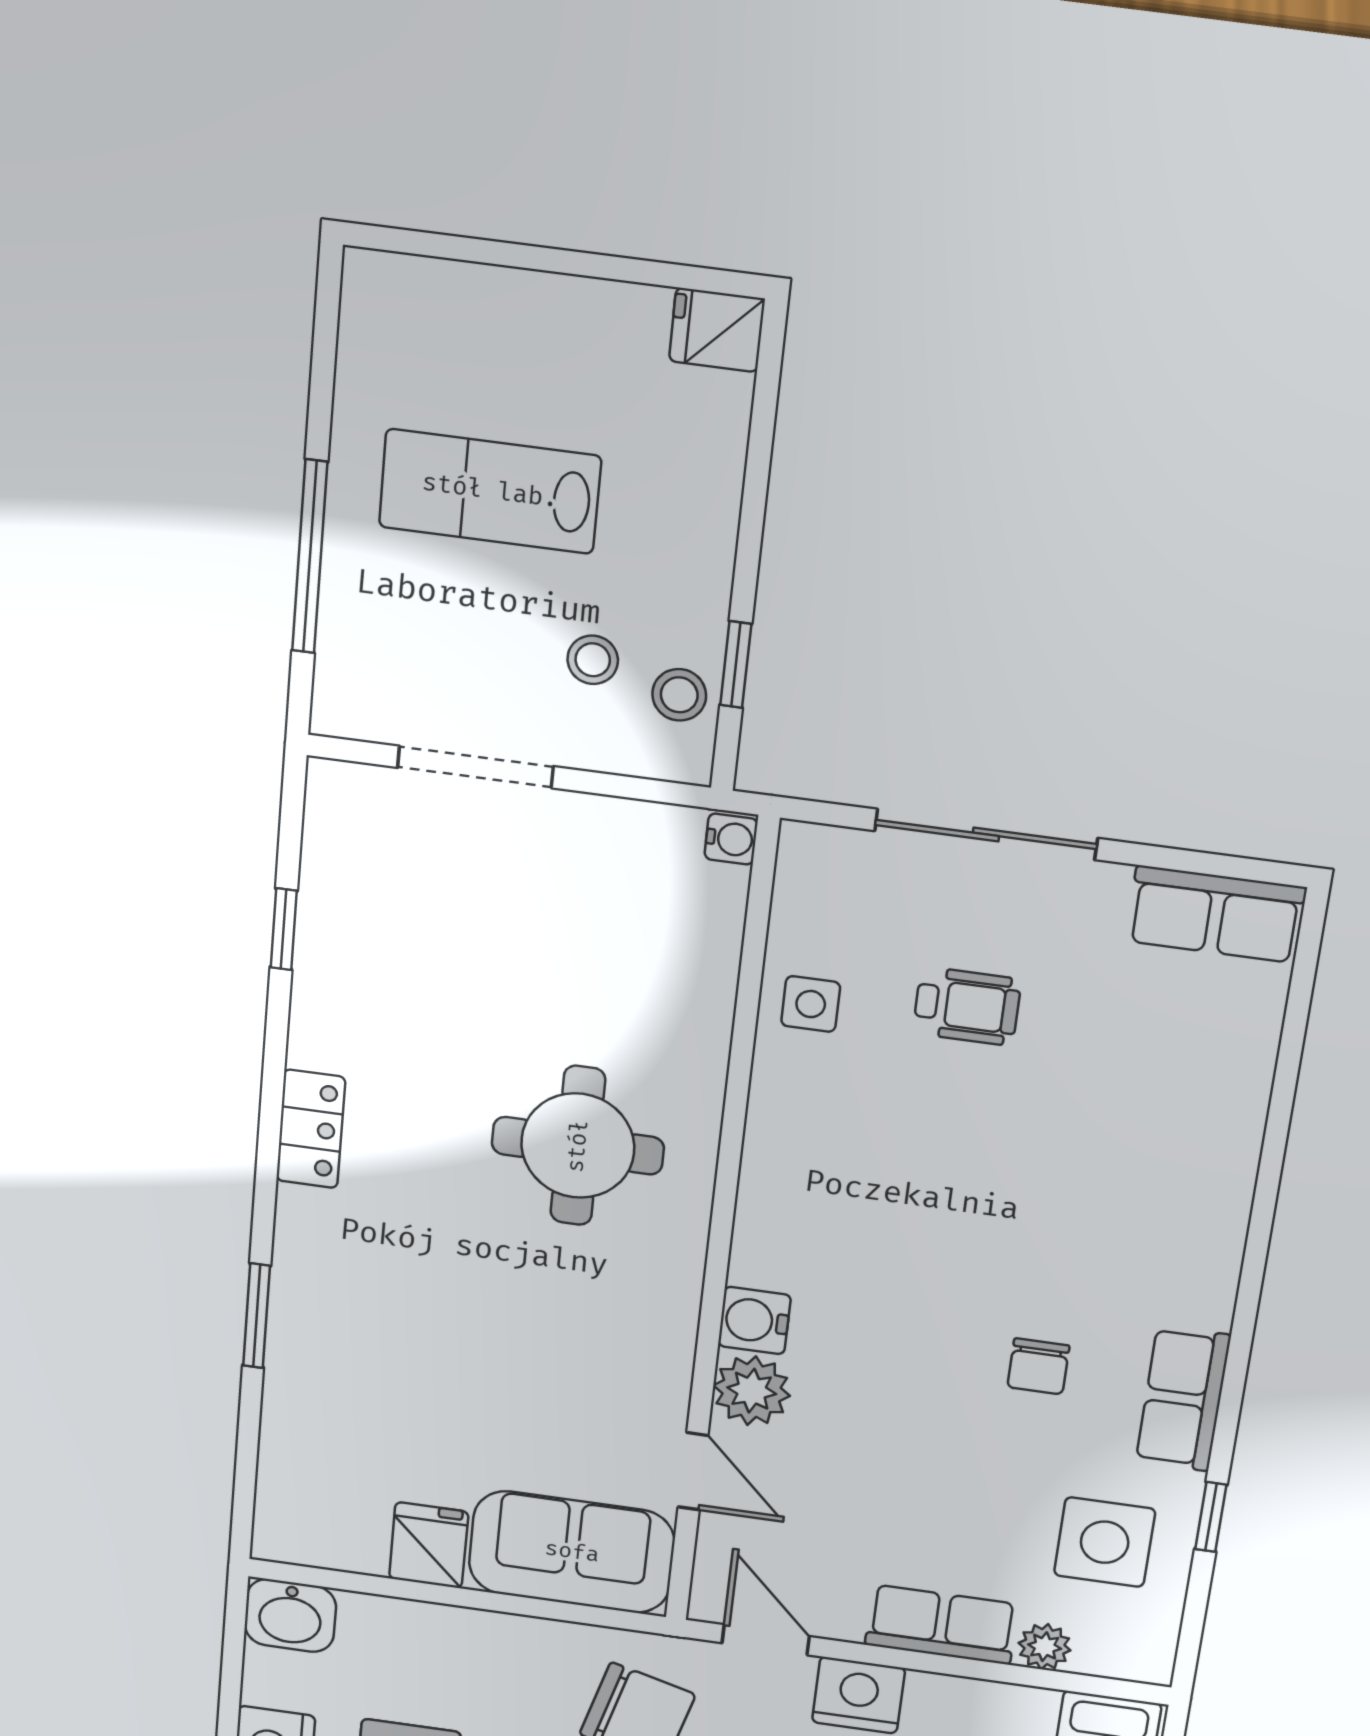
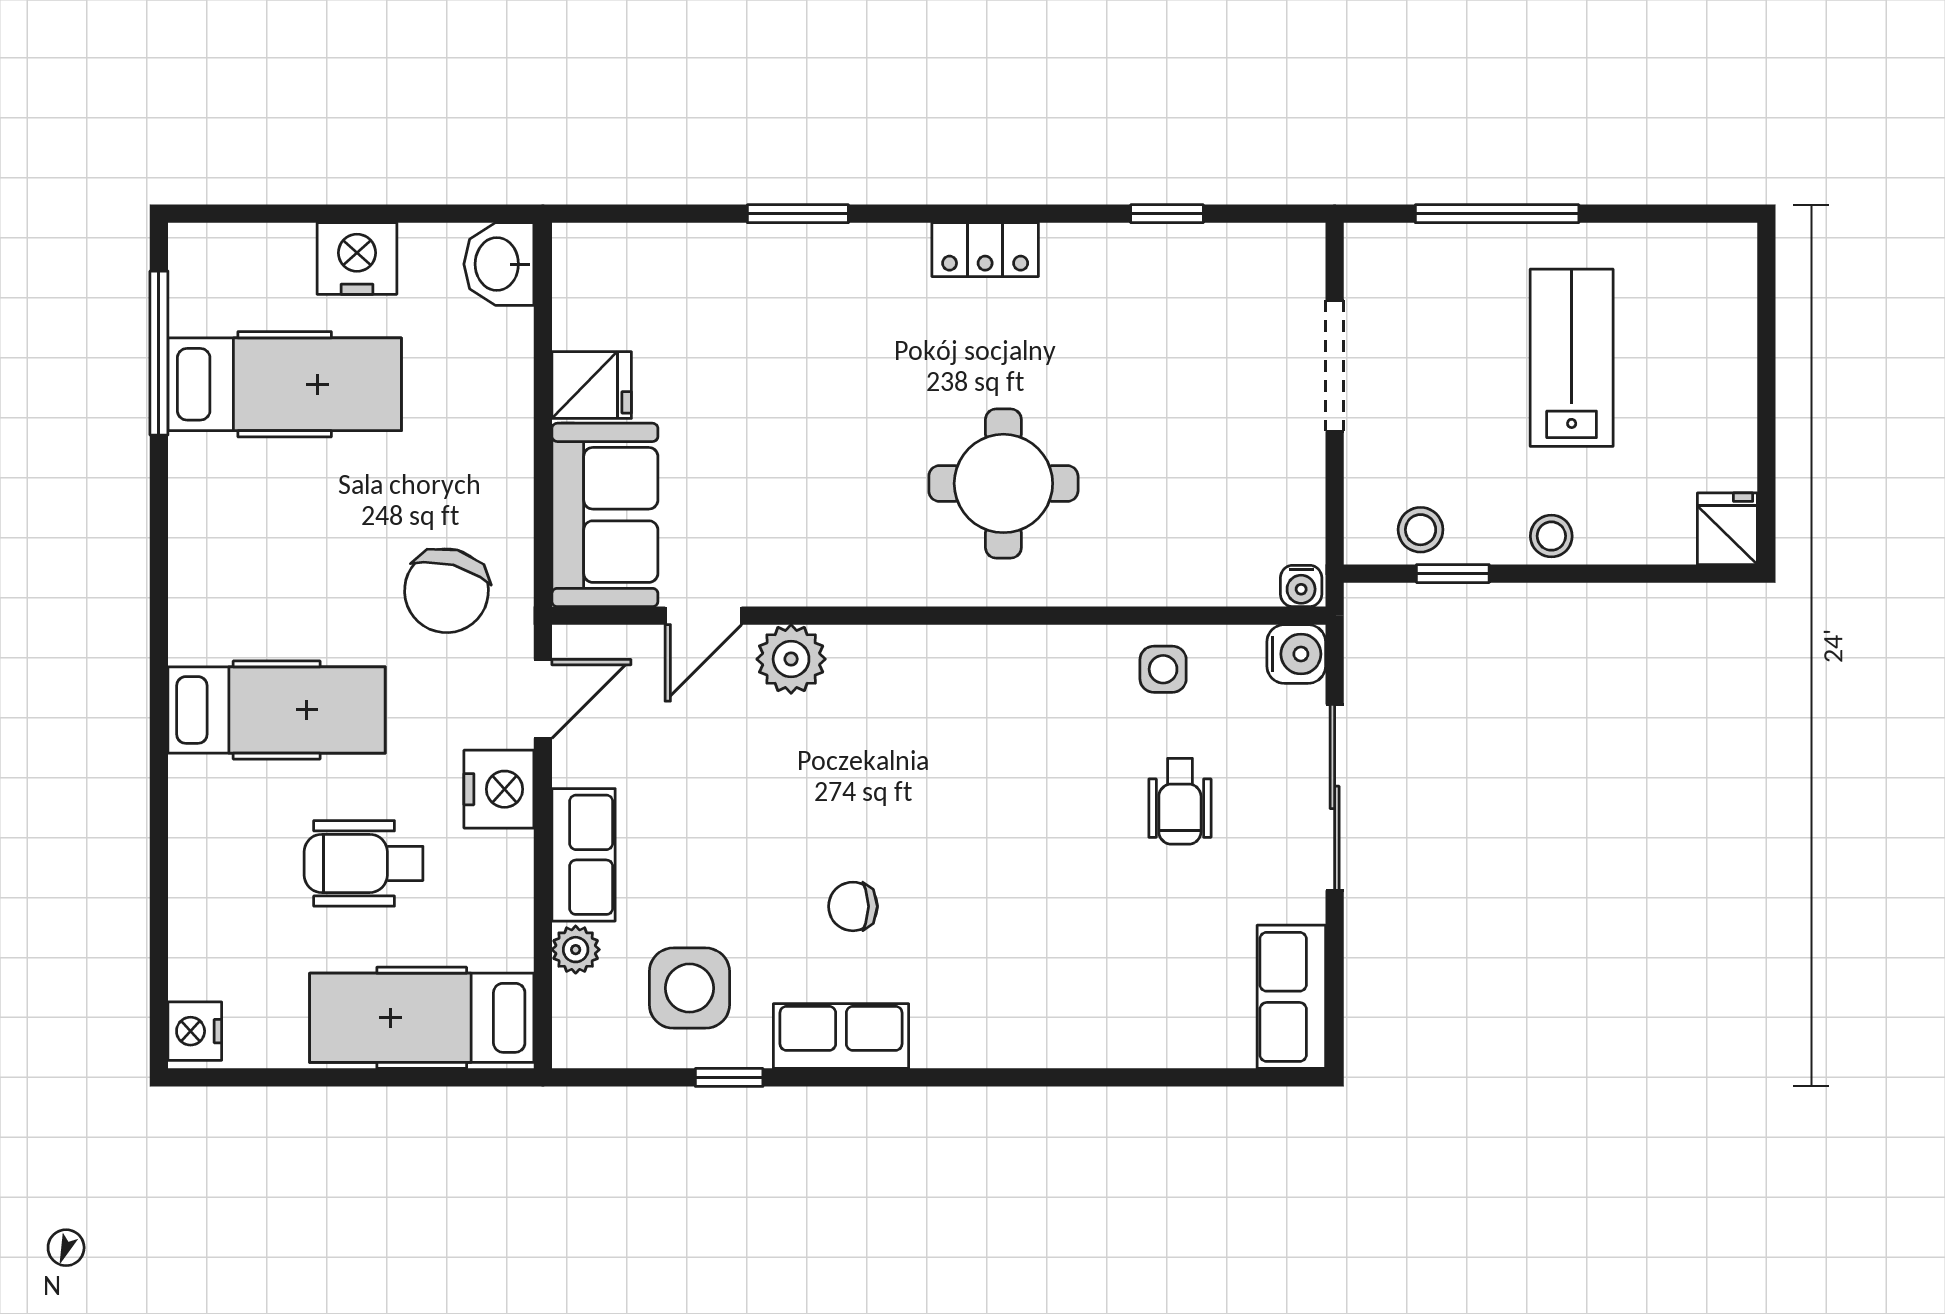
stool: (593, 660) -> (1551, 536), moved
water cooler: (754, 1321) -> (1296, 654), moved, turned 90

